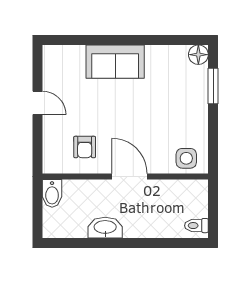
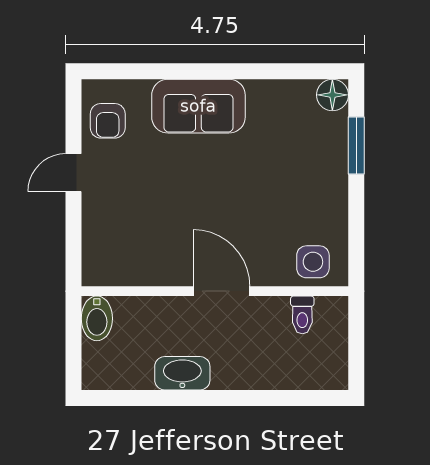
door: (37, 103) -> (73, 173), swing flipped
armchair: (85, 147) -> (108, 121), moved
toilet: (196, 226) -> (302, 315), moved, turned -90

